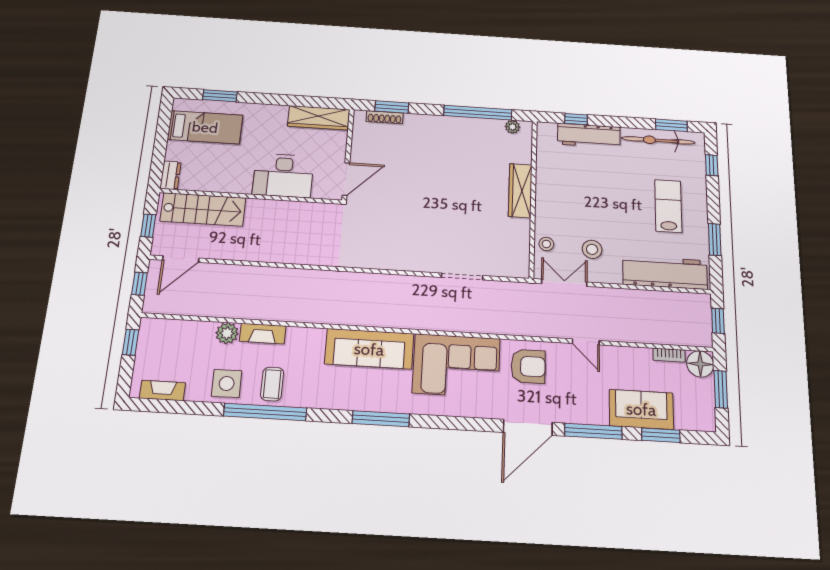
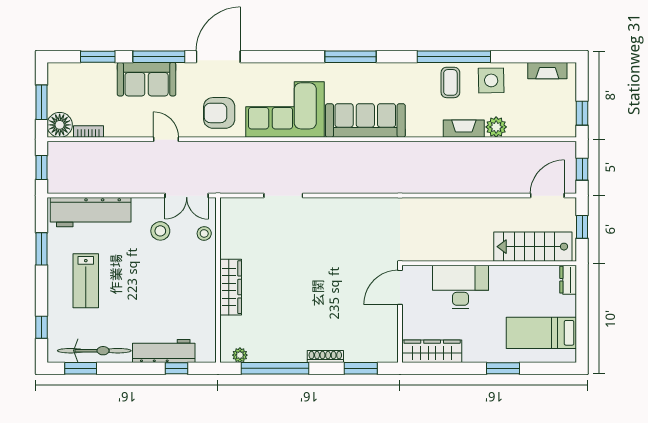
window: (220, 96) -> (503, 368), moved
shoe rack: (385, 117) -> (325, 357), moved
sofa: (641, 409) -> (147, 79), moved

